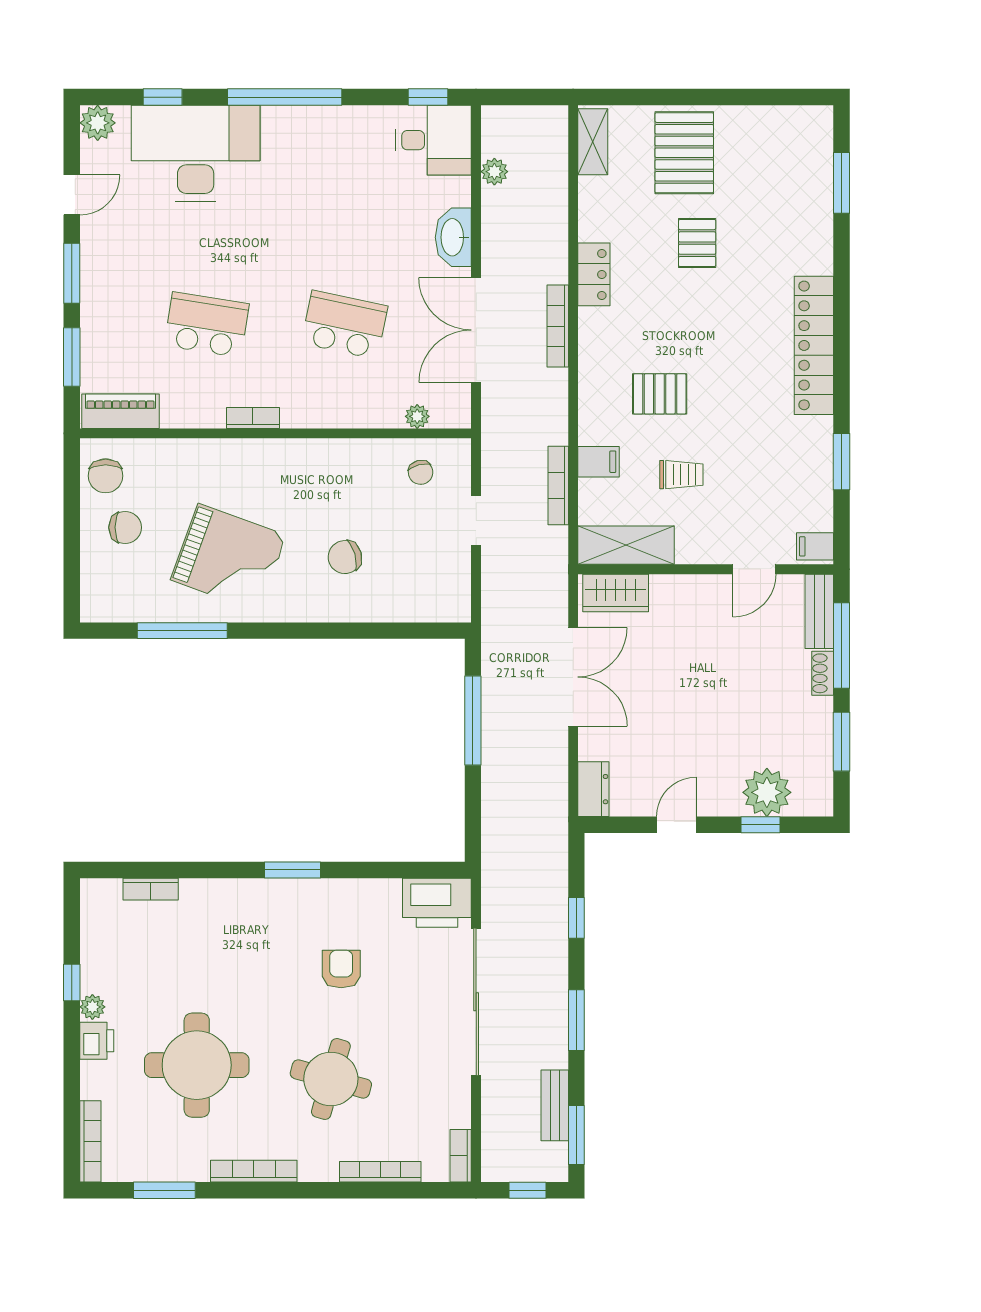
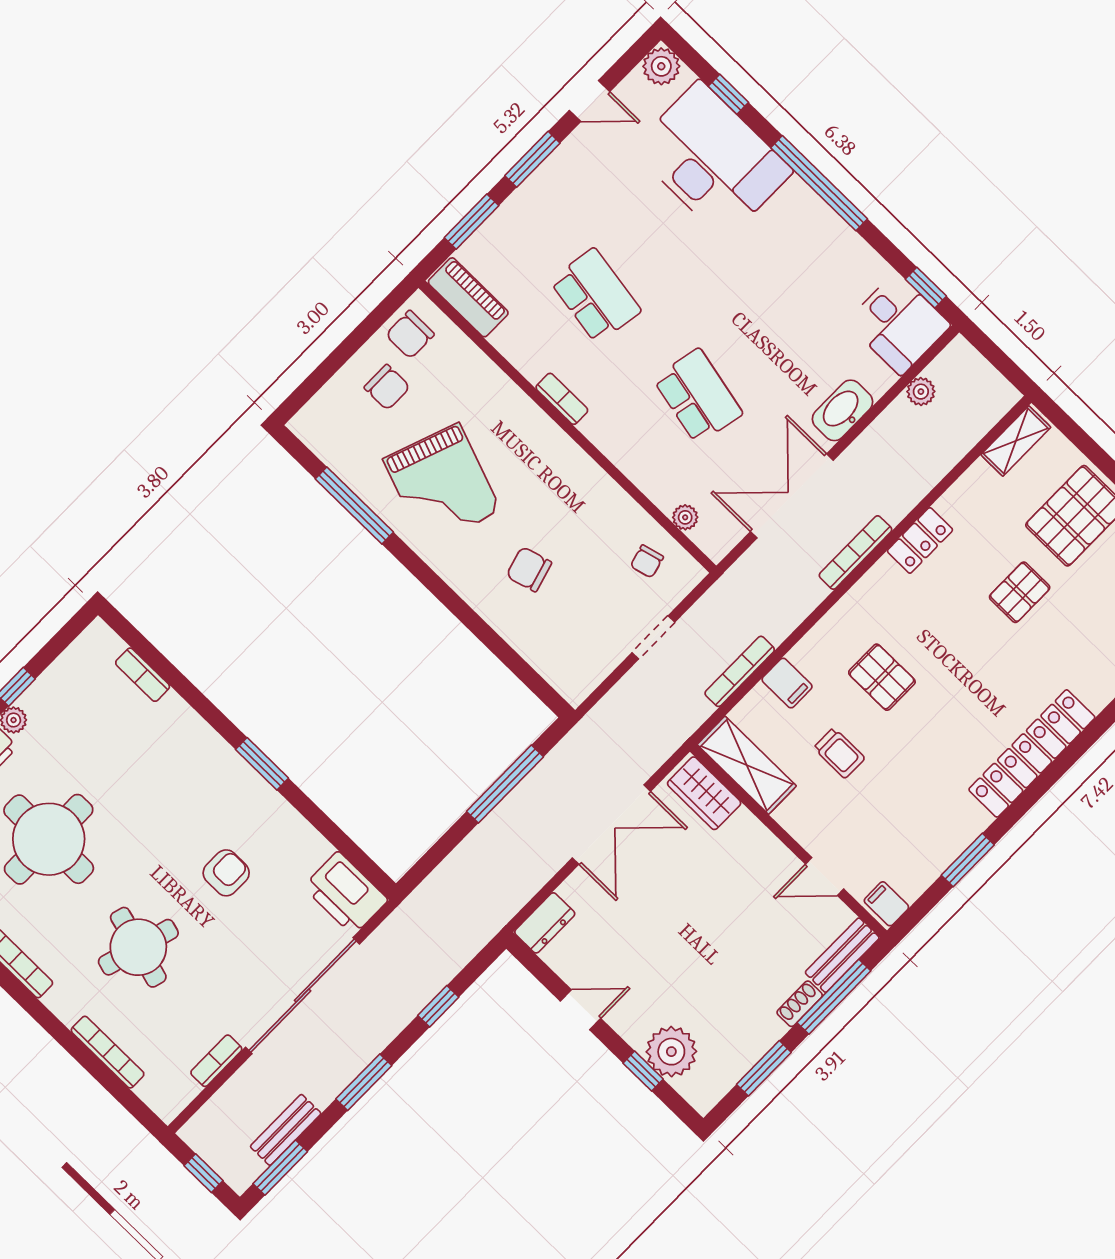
bookcase: (461, 1156) -> (216, 1061), moved

